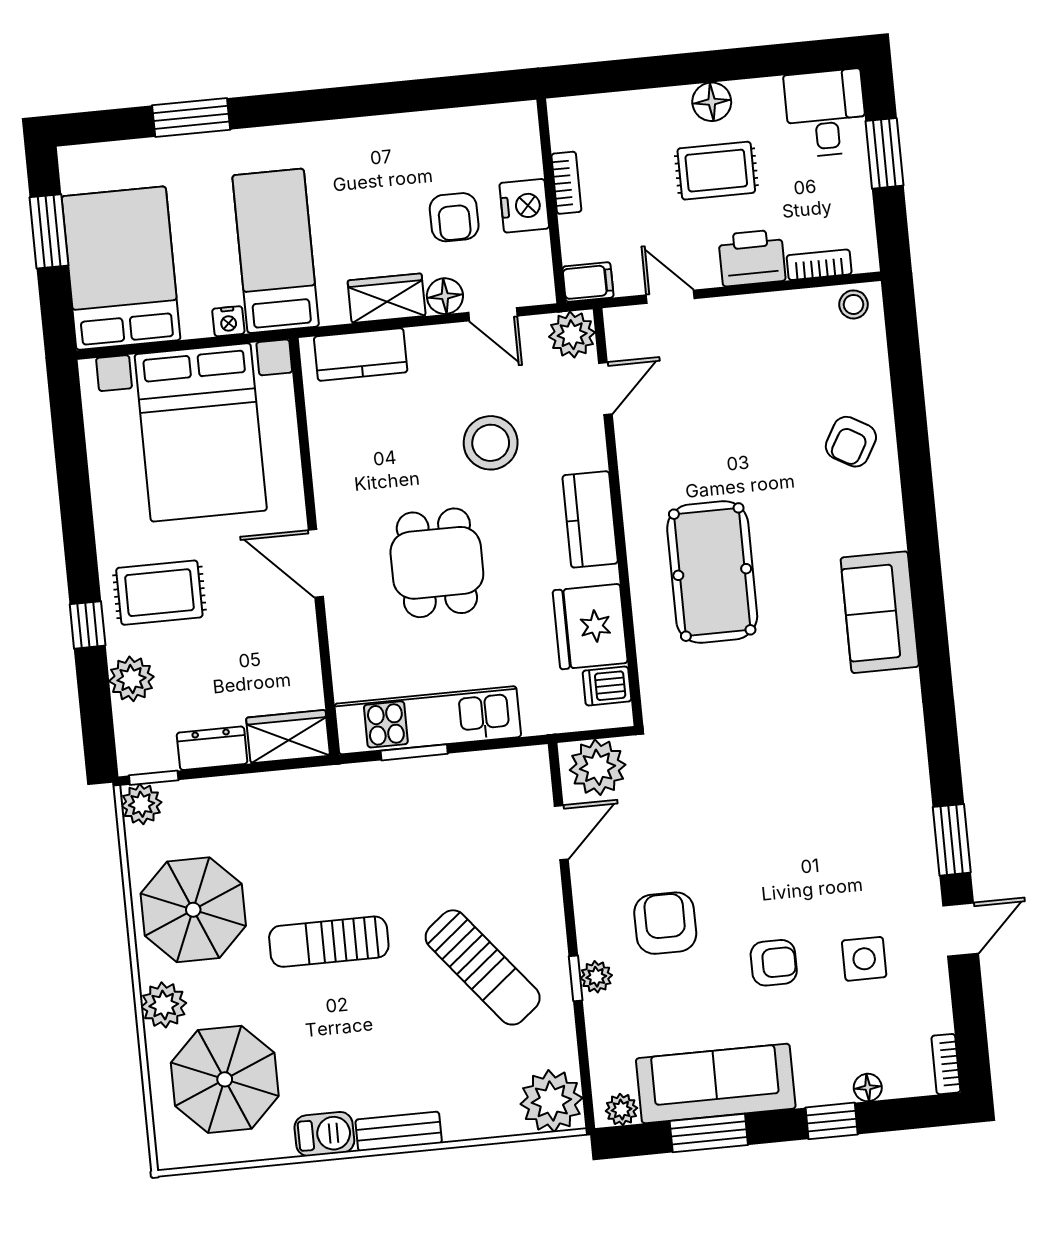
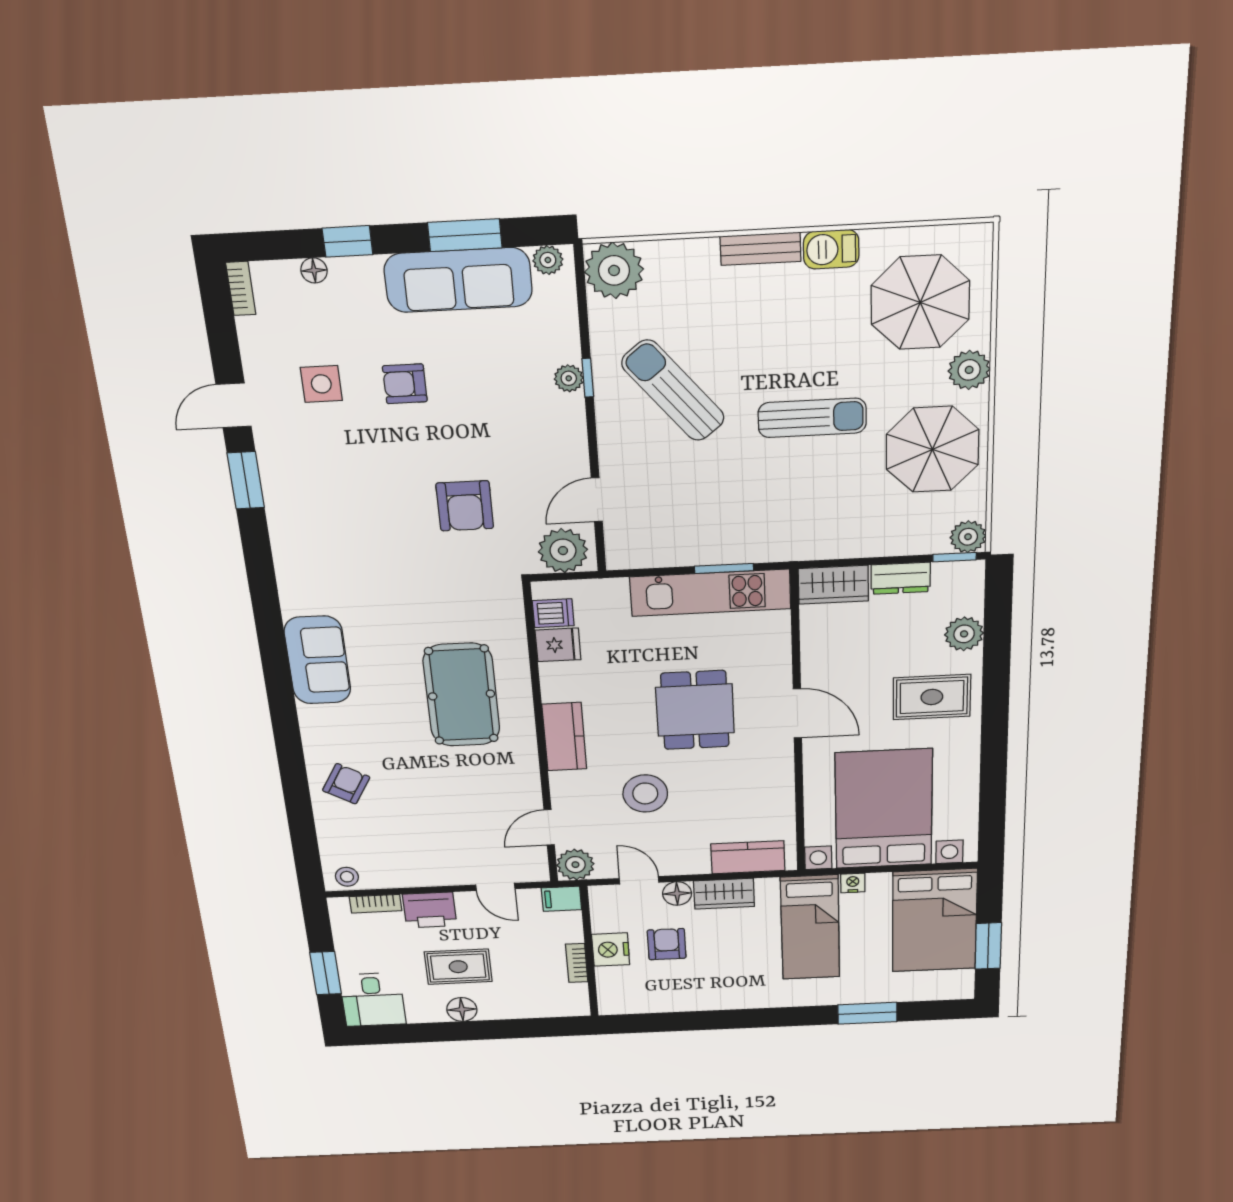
window: (88, 625) -> (996, 675), removed
fridge: (590, 627) -> (558, 645), width x0.53, depth x0.75
armchair: (665, 923) -> (465, 506), moved

